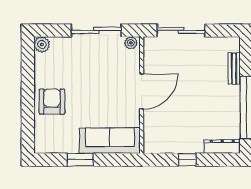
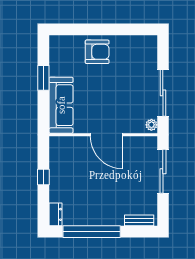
plant: (42, 44) -> (150, 42), removed
bench: (234, 68) -> (139, 220), moved
dresser: (222, 146) -> (56, 214), width x0.70

